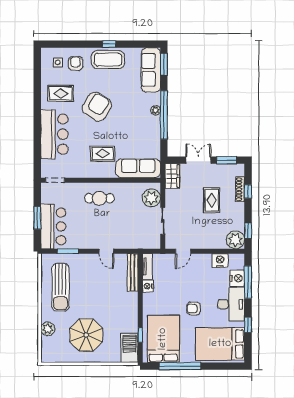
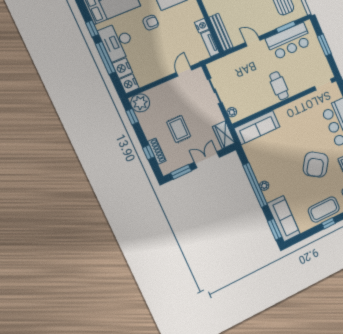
rug: (103, 154) -> (293, 126), removed
double door: (198, 160) -> (207, 160), swing flipped
cafe table: (99, 198) -> (279, 86), turned 90
plant: (151, 198) -> (232, 112), width x0.53, depth x0.53
bar counter: (53, 226) -> (289, 41), moved, turned -90
nightstand: (220, 261) -> (129, 84), moved, turned 90
window: (248, 282) -> (105, 58), moved

